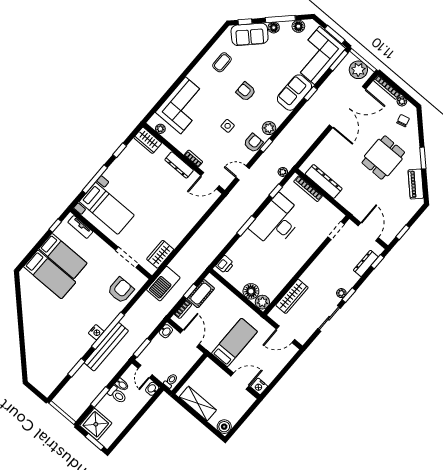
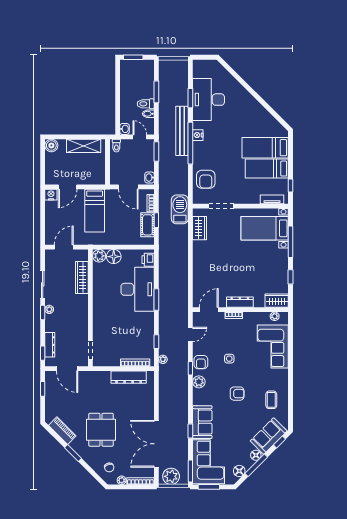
desk: (277, 221) -> (138, 289), moved
desk: (62, 354) -> (209, 100), added
shower: (96, 424) -> (143, 70), removed

